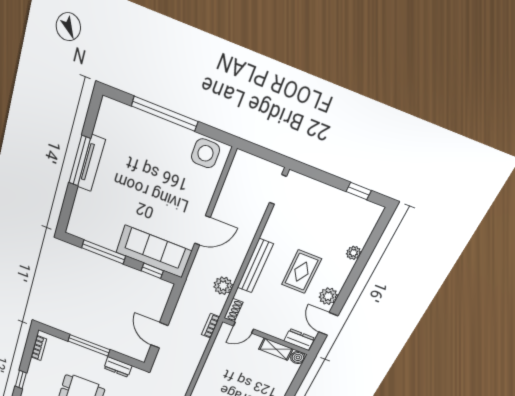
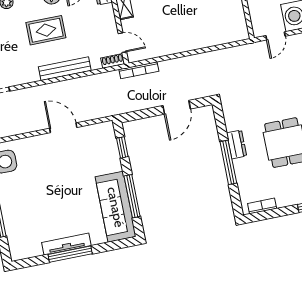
sofa: (154, 252) -> (116, 207), moved
plant: (223, 286) -> (97, 83), removed
bookcase: (211, 326) -> (139, 70), width x1.56
dresser: (118, 367) -> (237, 144), moved

